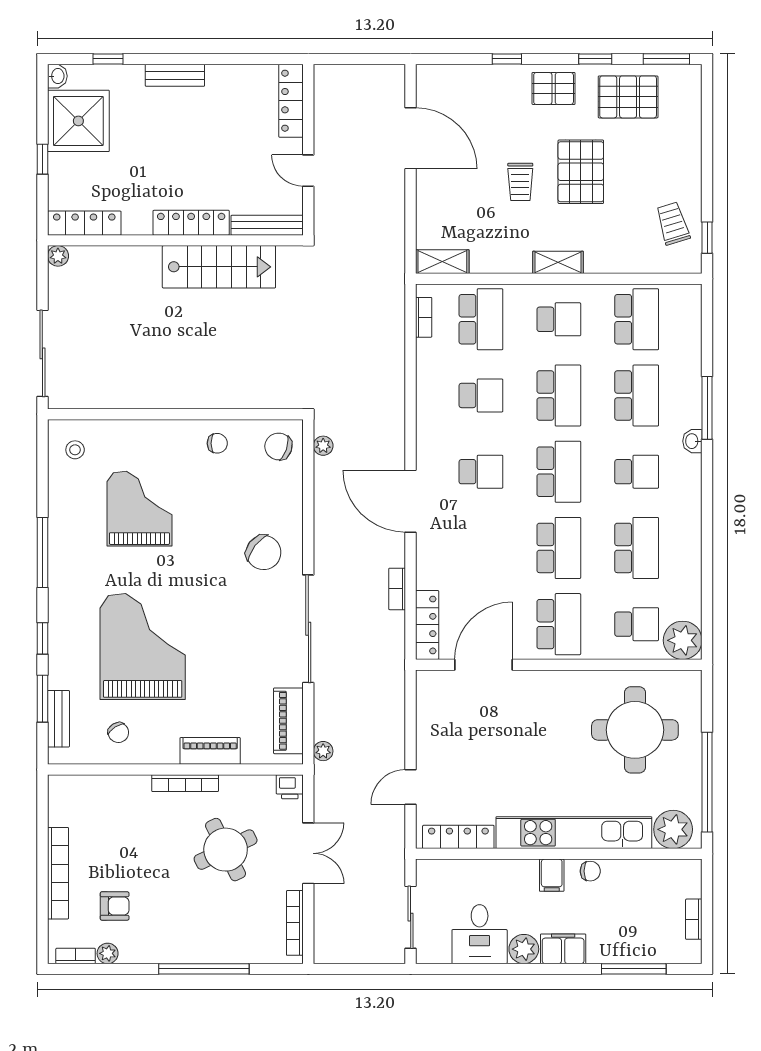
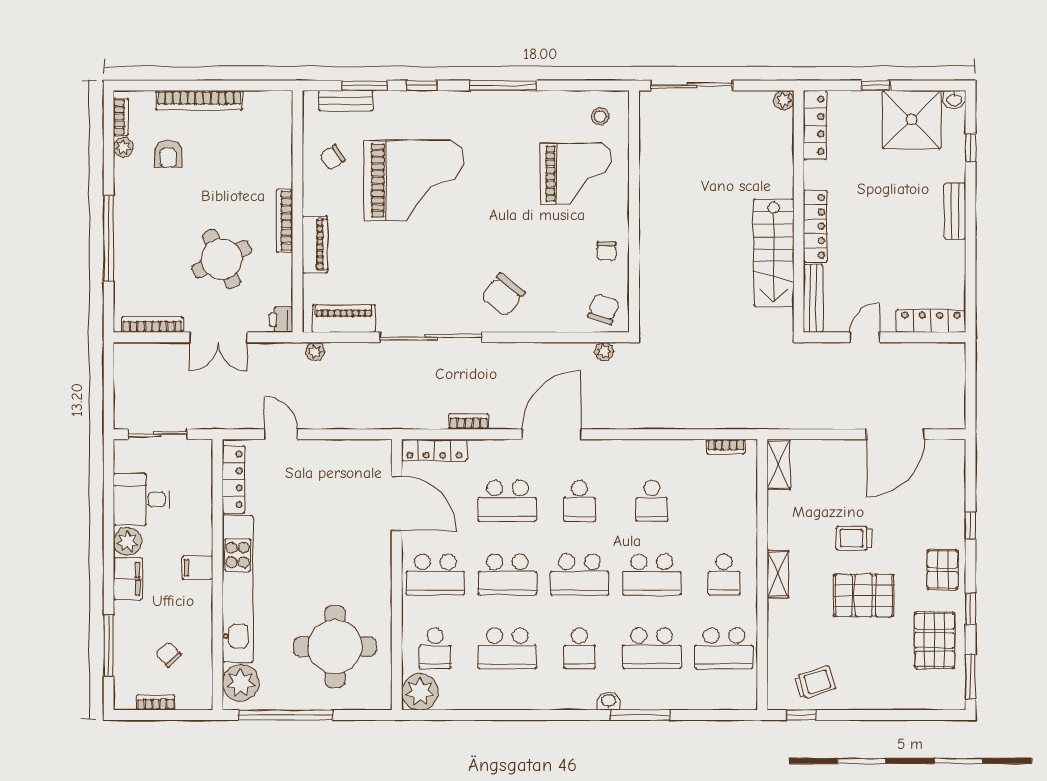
school desk: (481, 319) -> (507, 501), moved
grand piano: (139, 509) -> (576, 174), moved
chair: (590, 871) -> (168, 654), moved, turned 137

